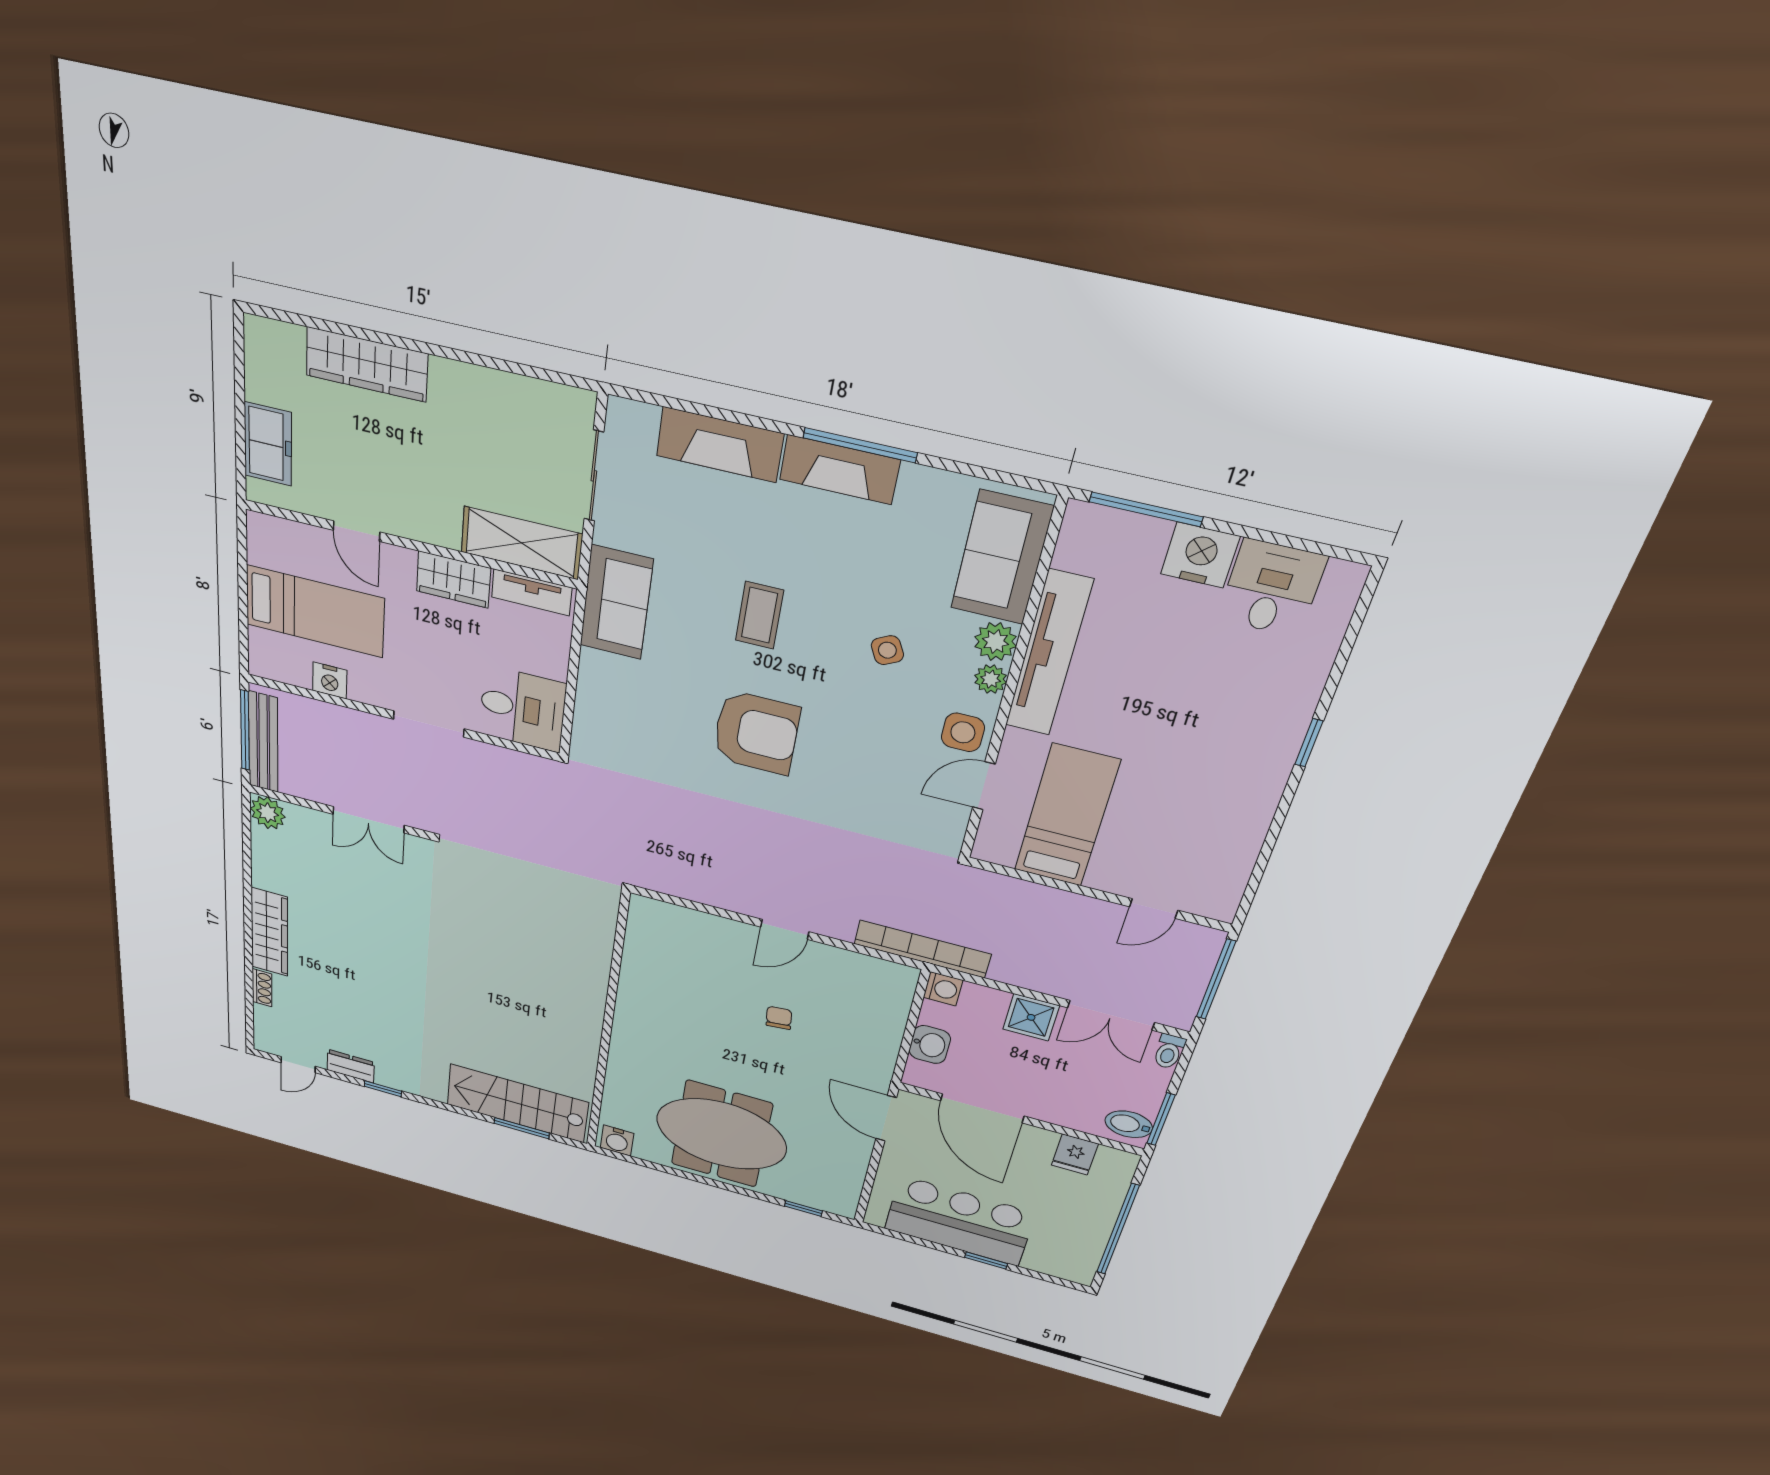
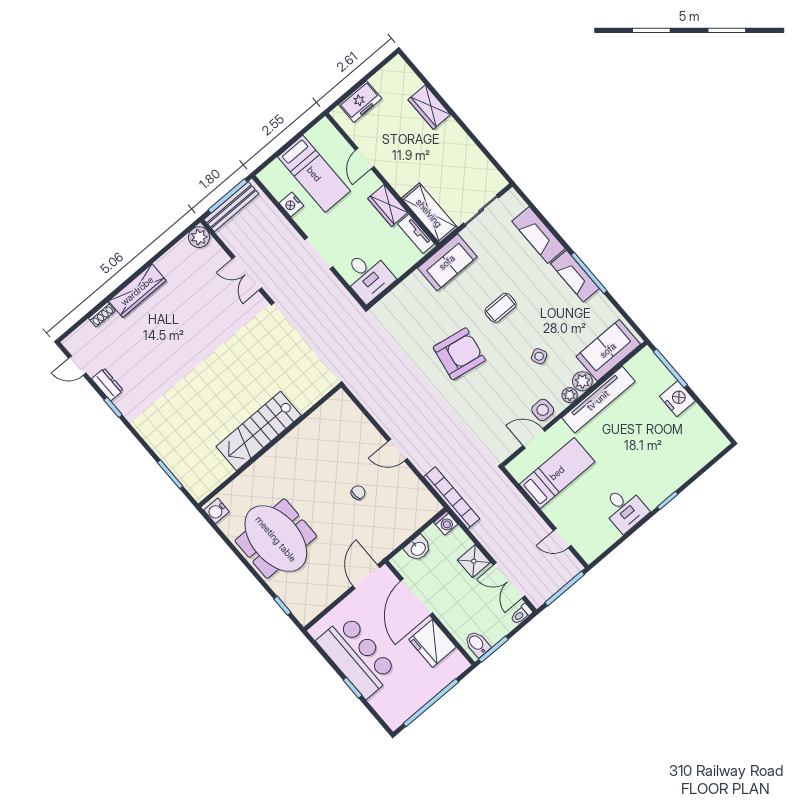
wardrobe: (367, 364) -> (429, 107), width x0.67
desk: (1272, 588) -> (624, 509), moved, turned 90
armchair: (756, 733) -> (459, 354), turned -80
stairs: (517, 1103) -> (259, 431), moved, turned -90
fridge: (1075, 1154) -> (432, 643), width x1.88, depth x1.34

